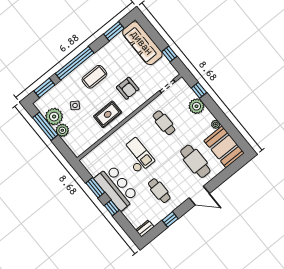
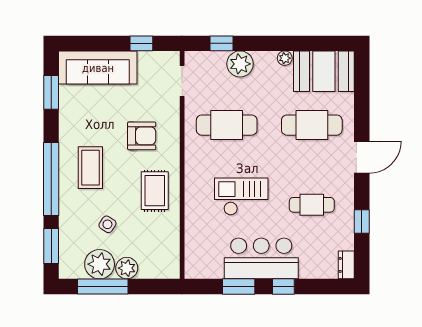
cafe table: (164, 123) -> (227, 125), width x1.37, depth x1.35

